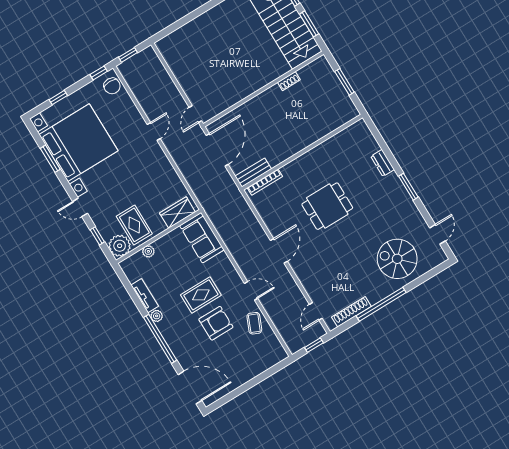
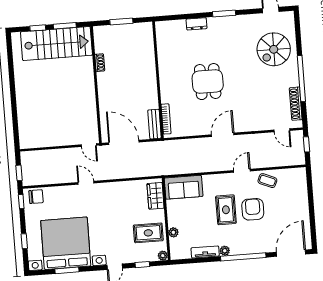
plant: (120, 246) -> (163, 256), width x0.53, depth x0.53
door: (279, 251) -> (223, 135), hinge flipped

